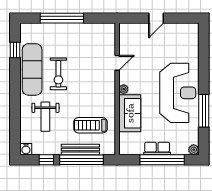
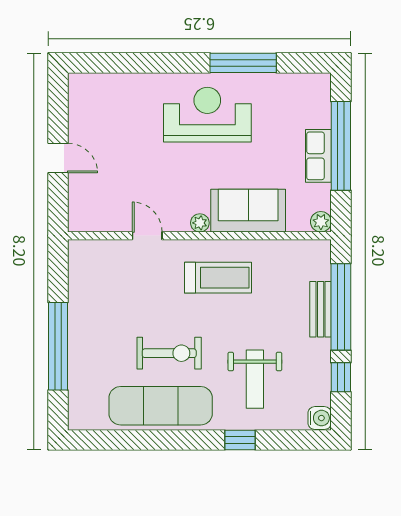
window: (15, 50) -> (240, 440), moved
reception desk: (178, 93) -> (207, 115), width x0.74, depth x0.77
weight bench: (45, 117) -> (255, 379), turned 90
treadmill: (91, 125) -> (218, 278), moved, turned -90
bench: (80, 150) -> (321, 309), width x0.73
plant: (194, 150) -> (321, 222), moved

